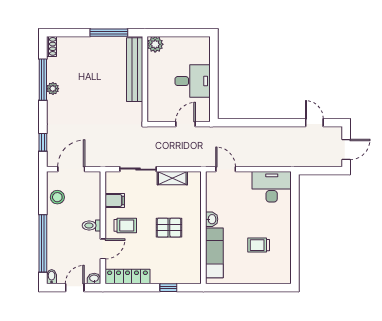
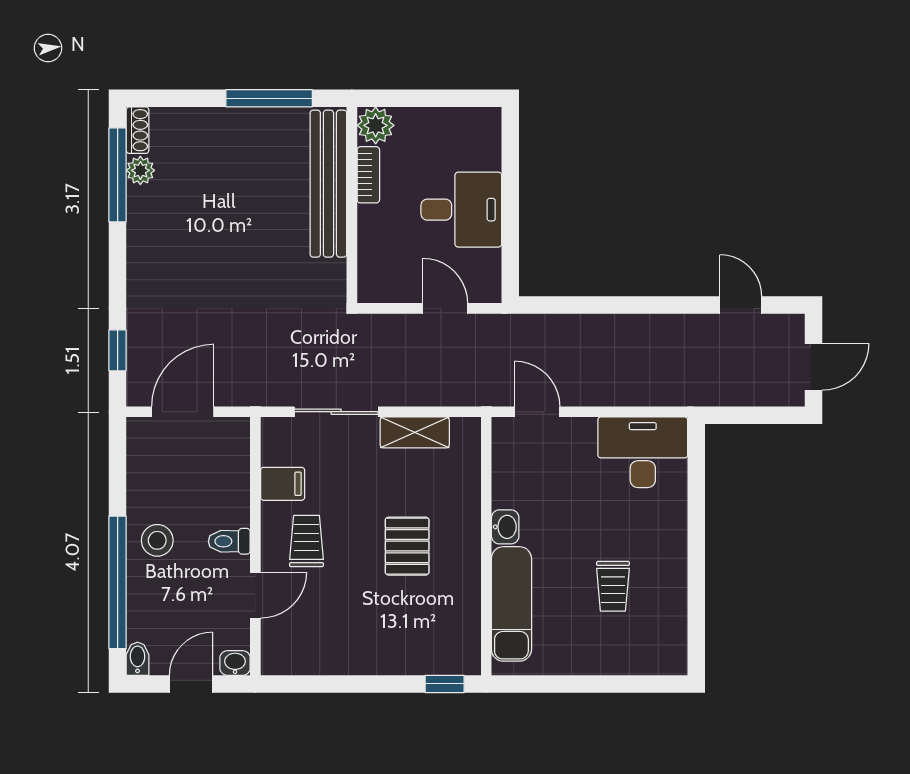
bookcase: (152, 66) -> (368, 175), added
window: (43, 80) -> (118, 175), moved
plant: (53, 89) -> (140, 170), moved
door: (186, 124) -> (445, 308), hinge flipped
stool: (57, 197) -> (157, 540), moved
trolley: (125, 225) -> (307, 541), turned -90
pallet: (169, 228) -> (407, 546), turned 90
trolley: (259, 245) -> (613, 586), turned -90
locker: (127, 276) -> (312, 658), removed
window: (168, 288) -> (445, 684), moved

